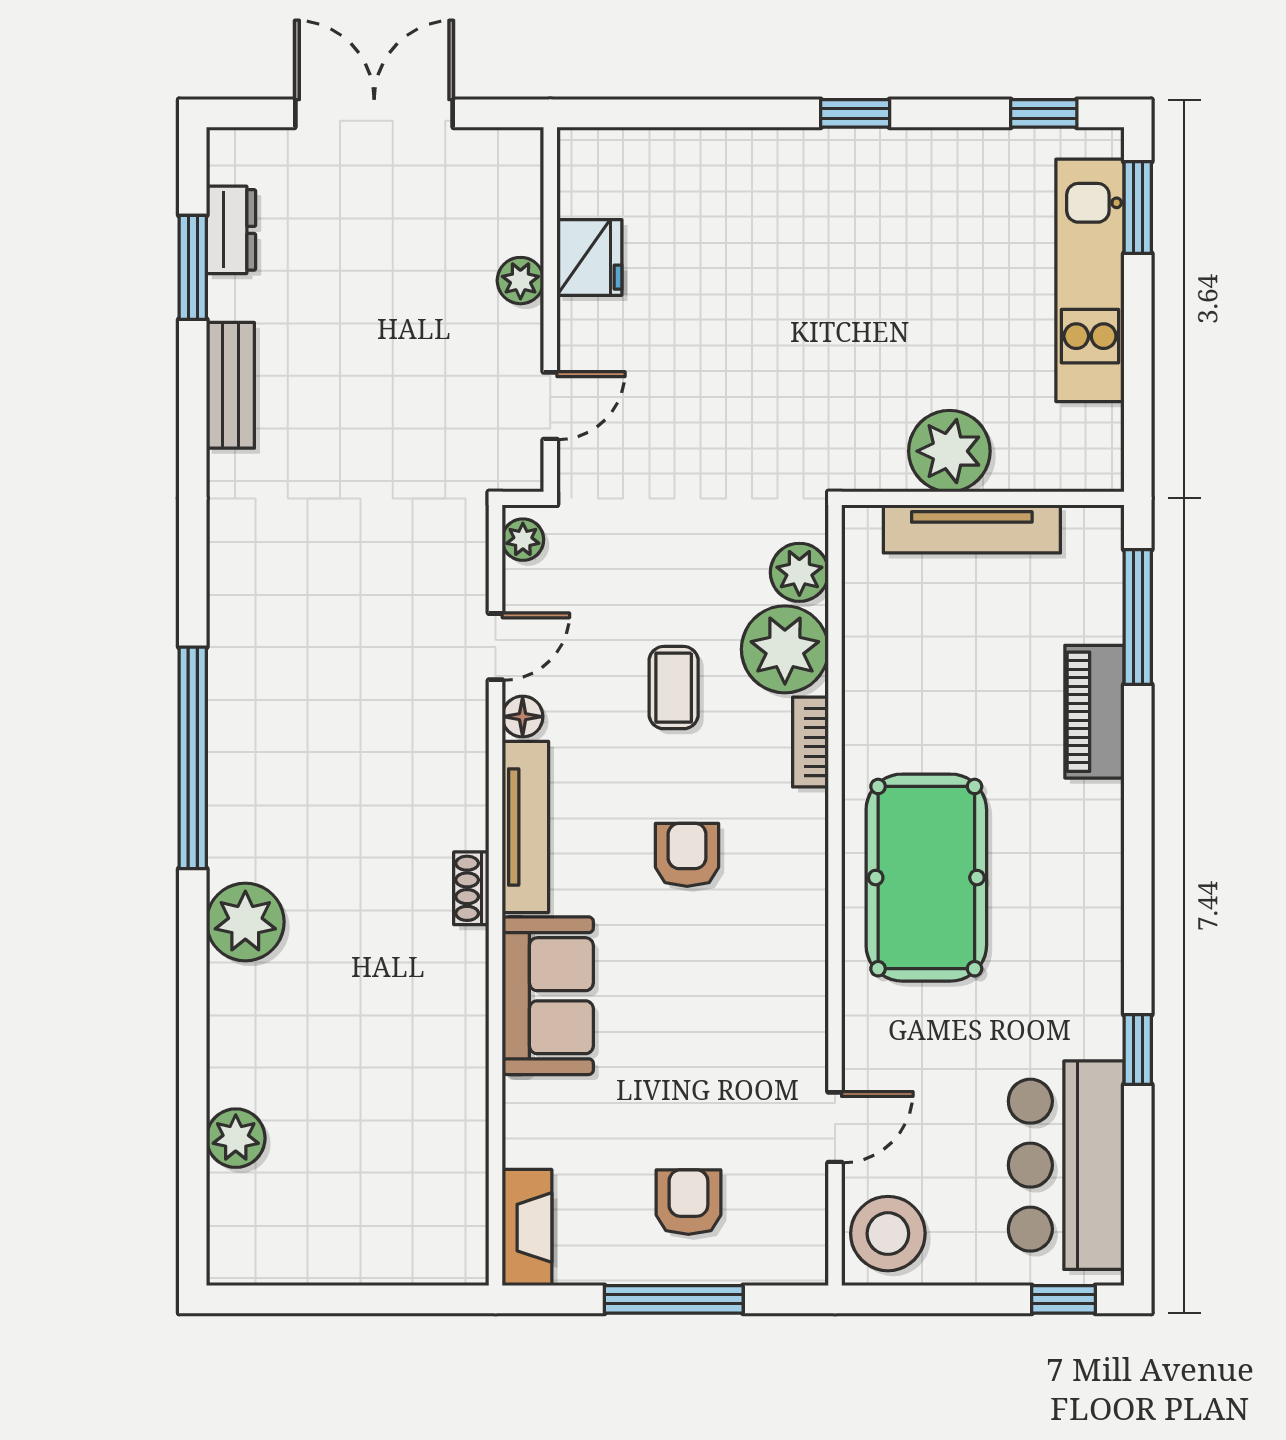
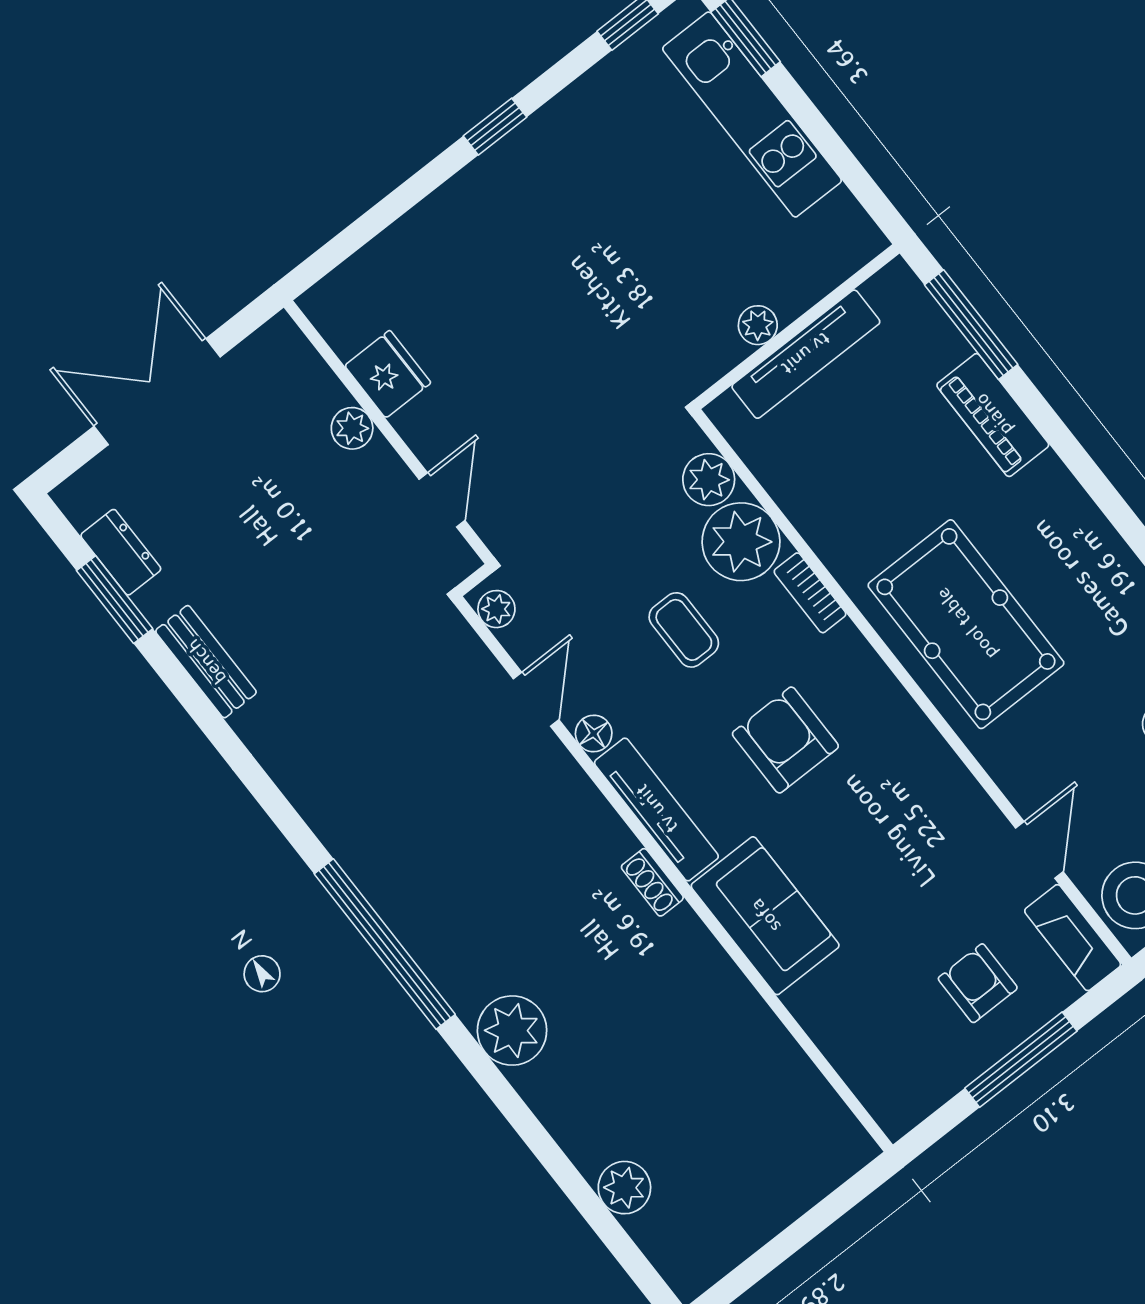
plant: (949, 451) -> (758, 325), width x0.53, depth x0.53
armchair: (687, 855) -> (785, 740), width x1.38, depth x1.38
fireplace: (527, 1228) -> (1073, 938), moved, turned 180

